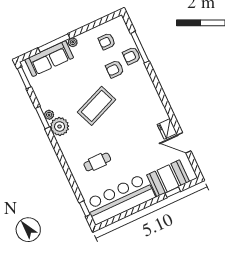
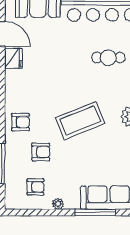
plant: (73, 42) -> (58, 204), moved
armchair: (132, 56) -> (20, 122), moved

